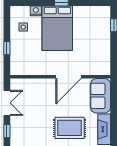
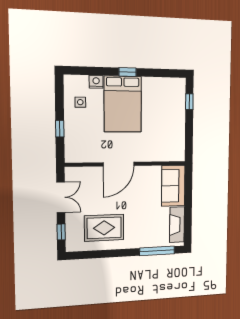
door: (68, 77) -> (119, 164), moved
rug: (70, 128) -> (104, 228), moved

